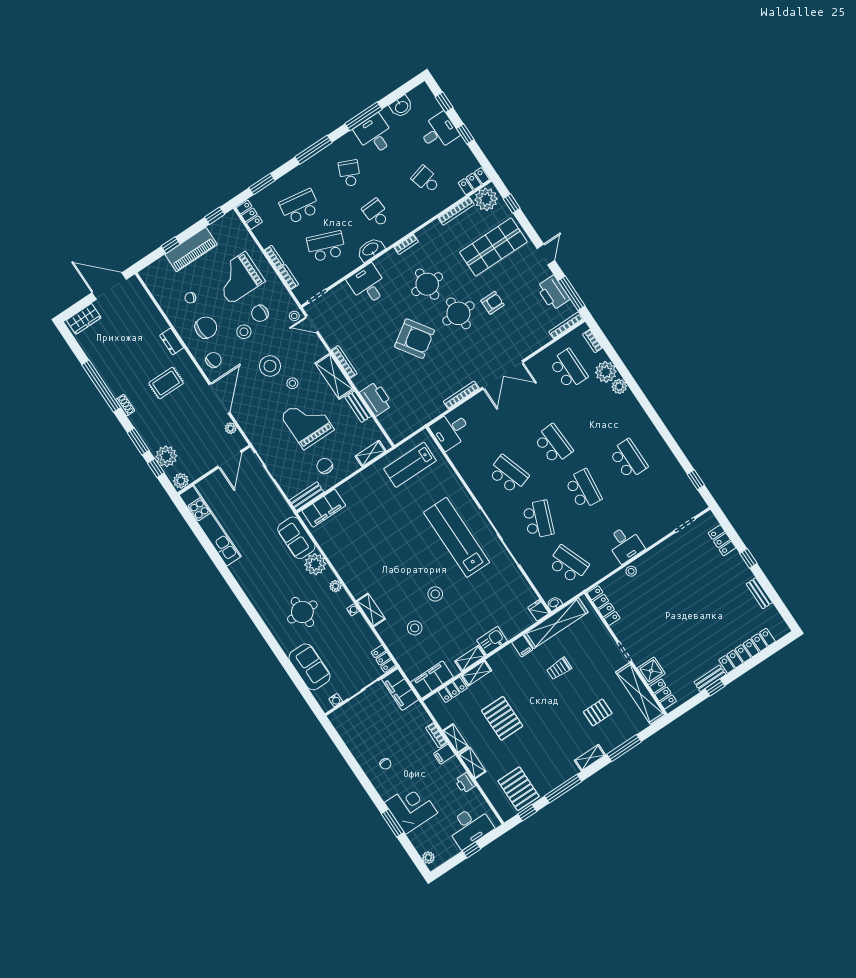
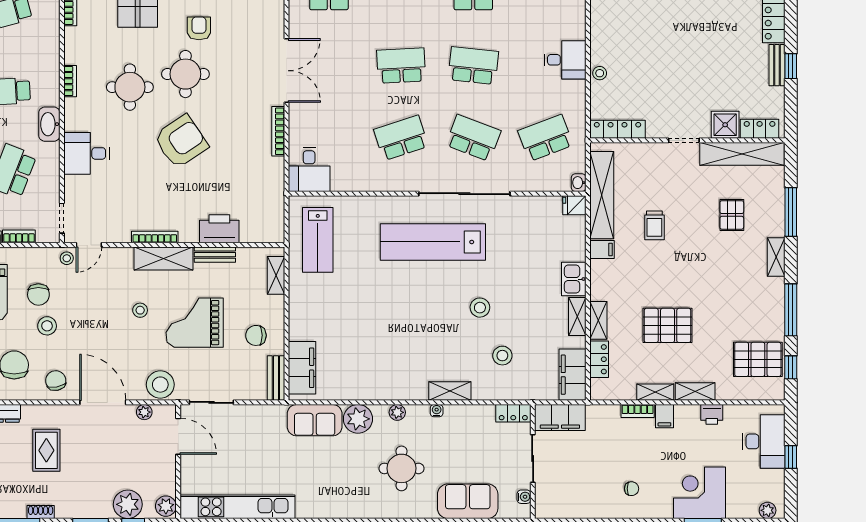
stool: (270, 366) -> (160, 385), moved

